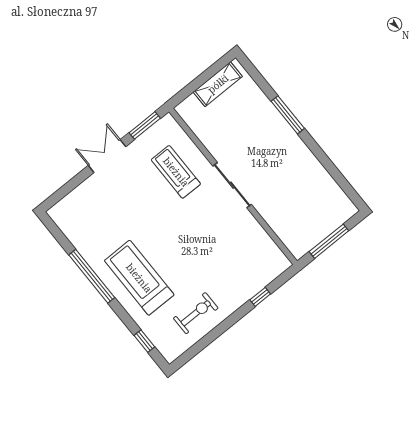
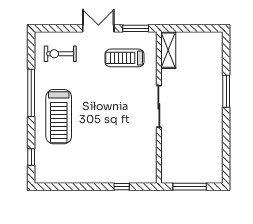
shelving: (218, 84) -> (168, 50), moved, turned 90
treadmill: (176, 172) -> (124, 58), moved, turned -90
treadmill: (139, 278) -> (59, 117), turned 180
exercise bike: (196, 313) -> (60, 54), moved, turned 180

